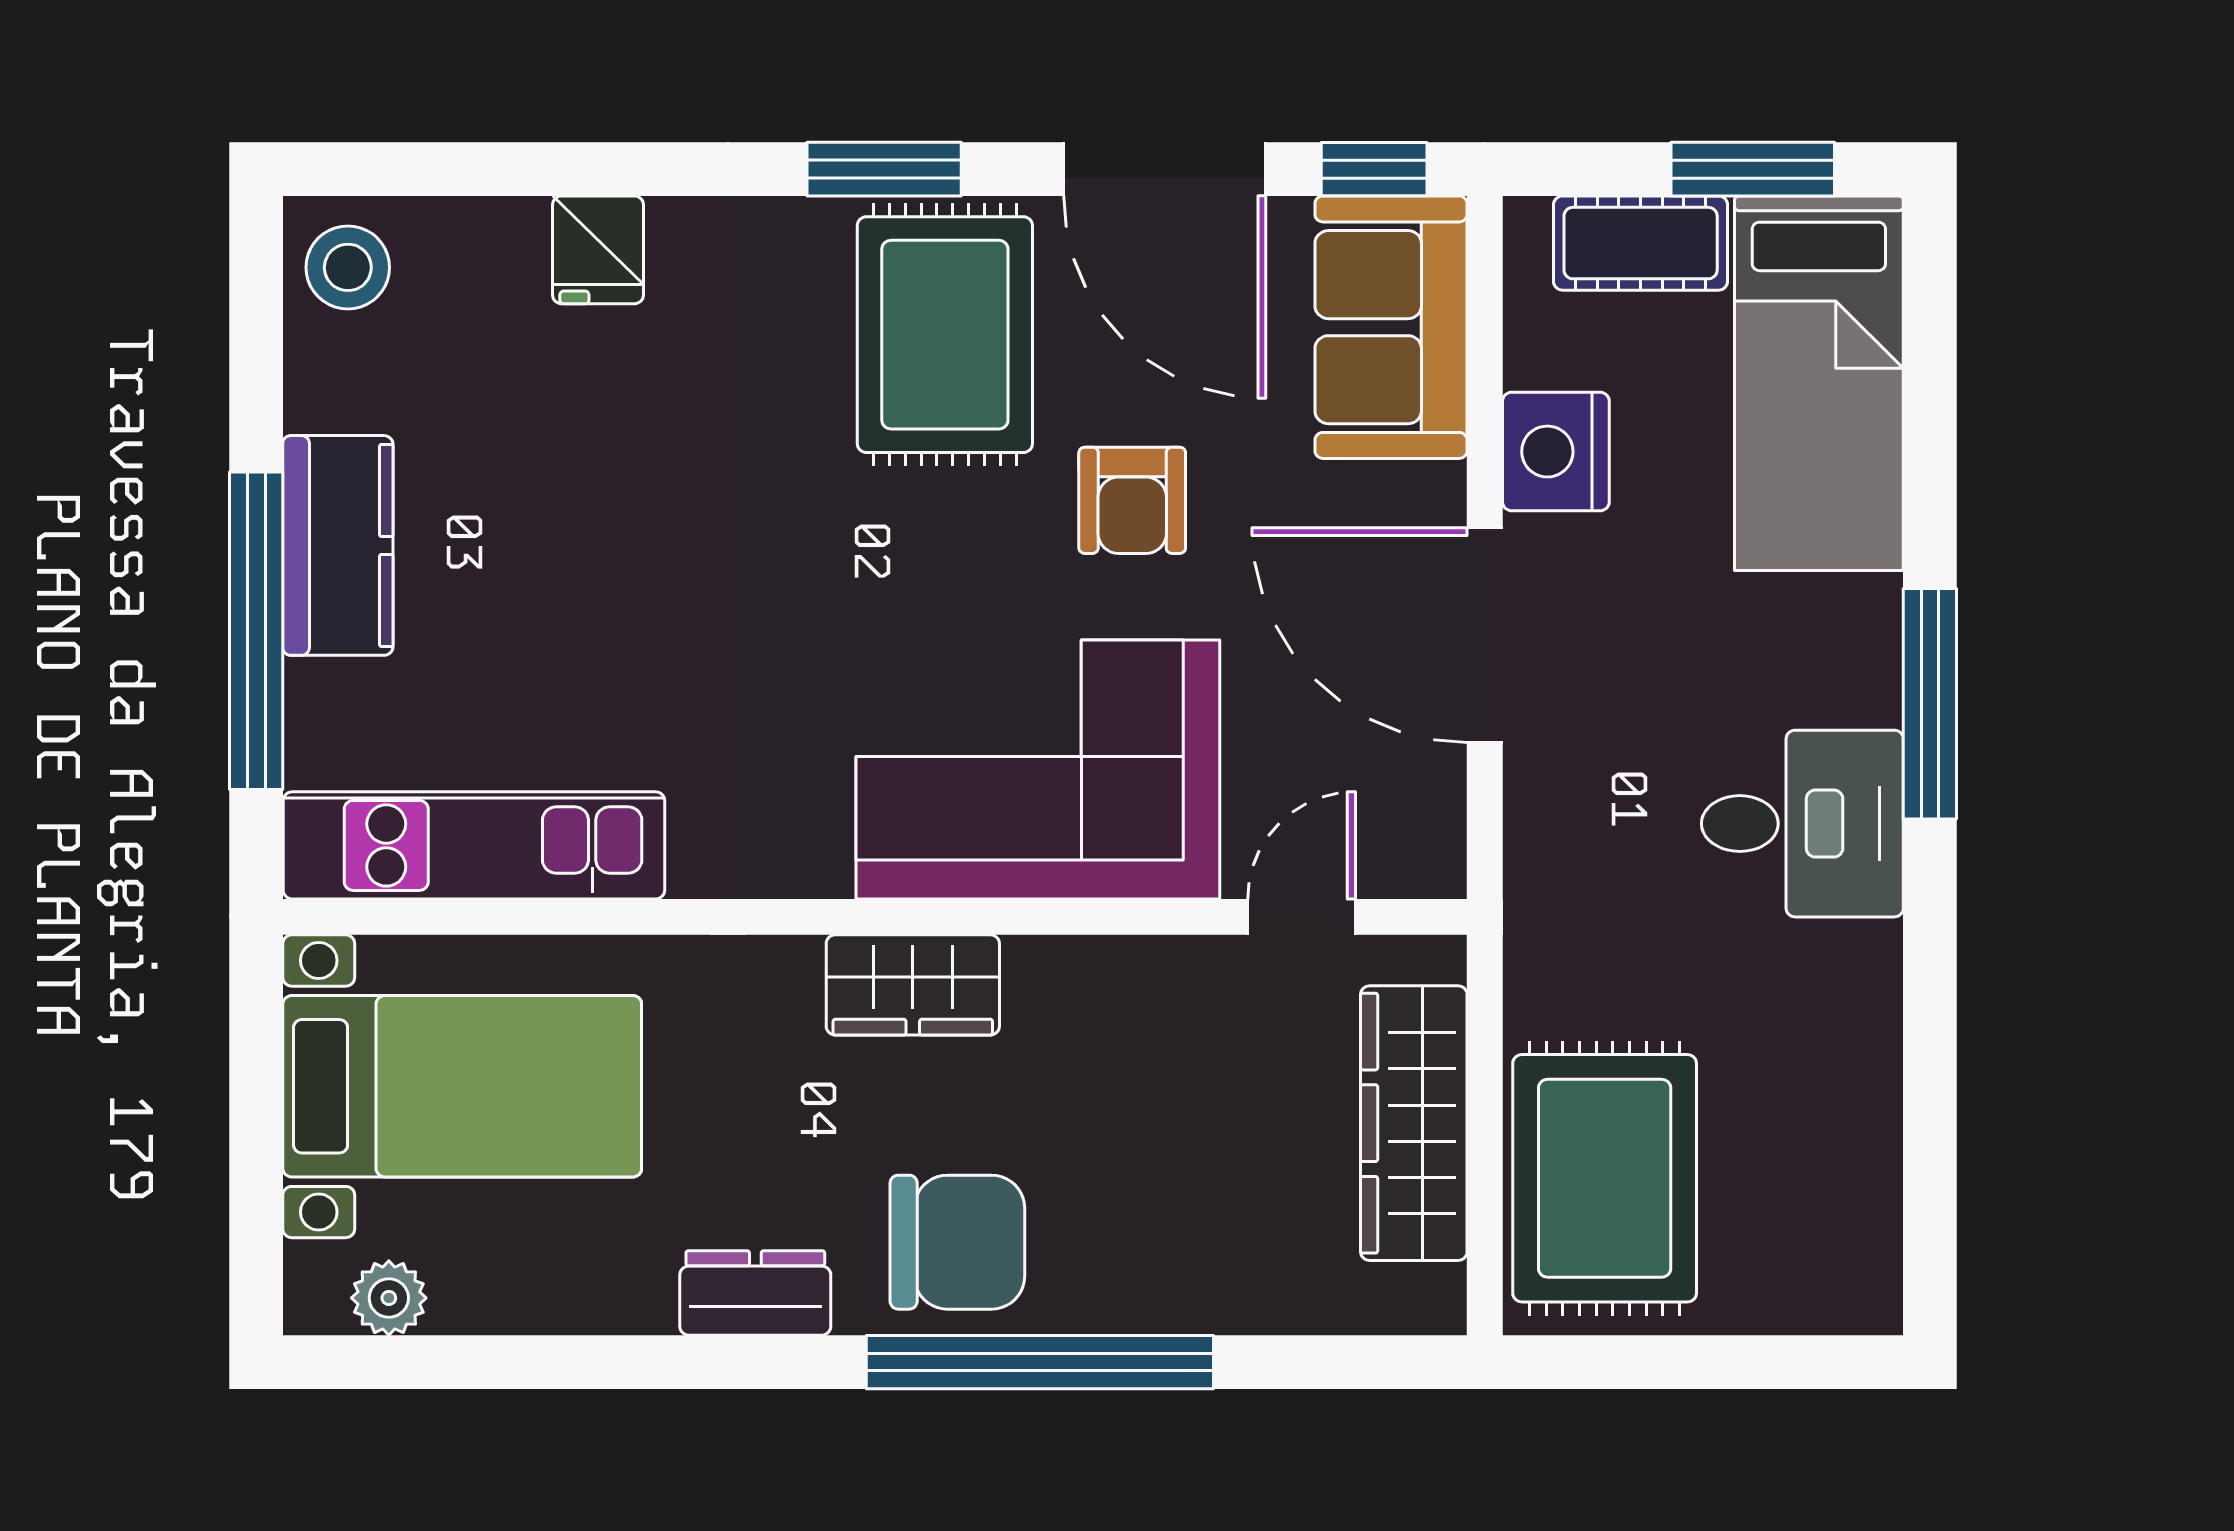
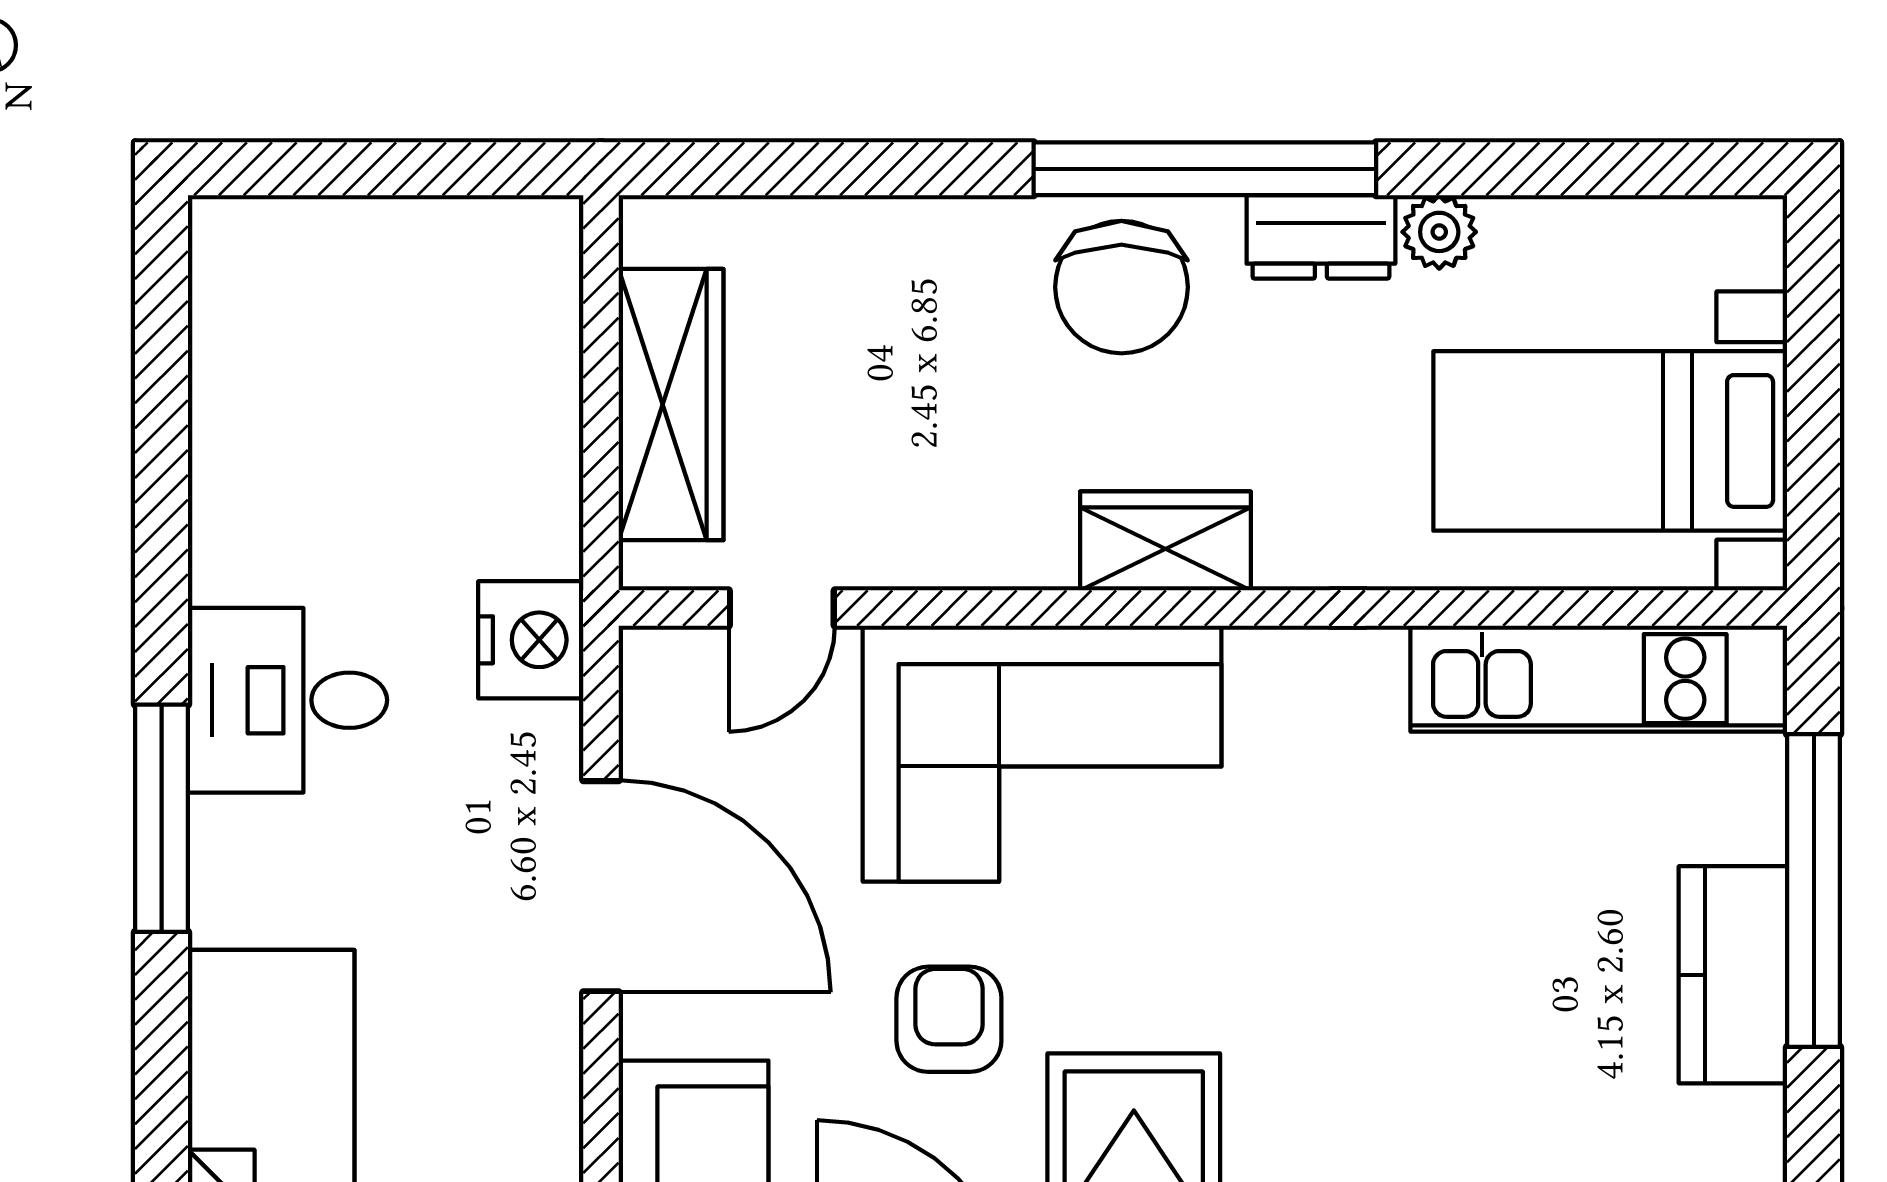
nightstand: (1556, 452) -> (531, 640), moved
rug: (1605, 1178) -> (483, 350), removed
chair: (957, 1242) -> (1121, 287), turned -90
plant: (389, 1298) -> (1439, 232), moved
window: (1040, 1362) -> (1205, 169), moved

